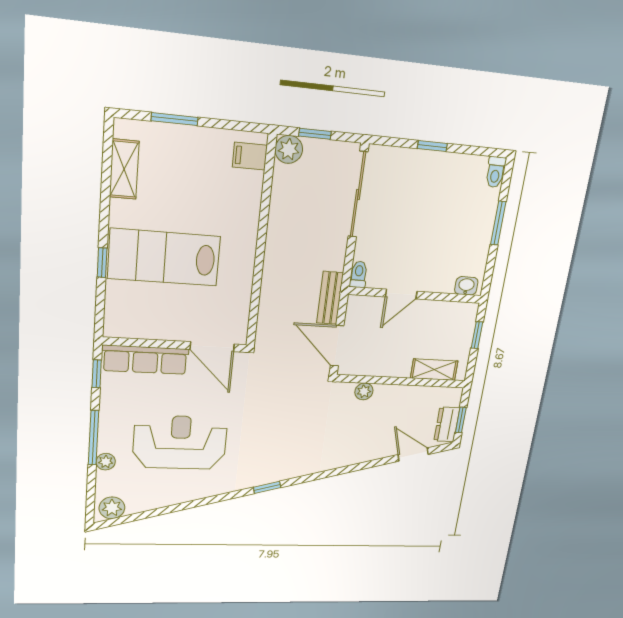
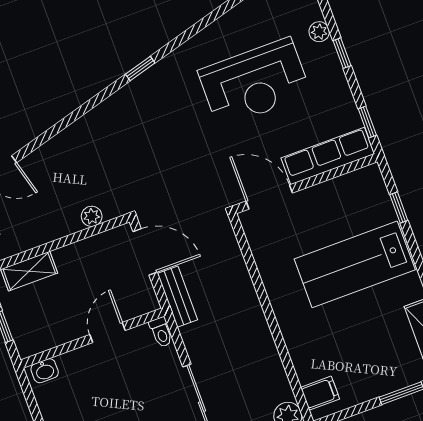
lab bench: (164, 257) -> (355, 264), turned 180
window: (102, 263) -> (399, 207), moved
window: (94, 438) -> (342, 53), width x0.46

